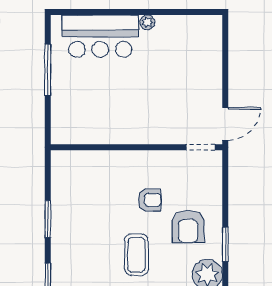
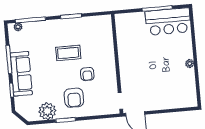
bar counter: (100, 36) -> (168, 22), moved, turned -90
armchair: (188, 227) -> (74, 98), turned -90
coffee table: (136, 255) -> (68, 53), moved

